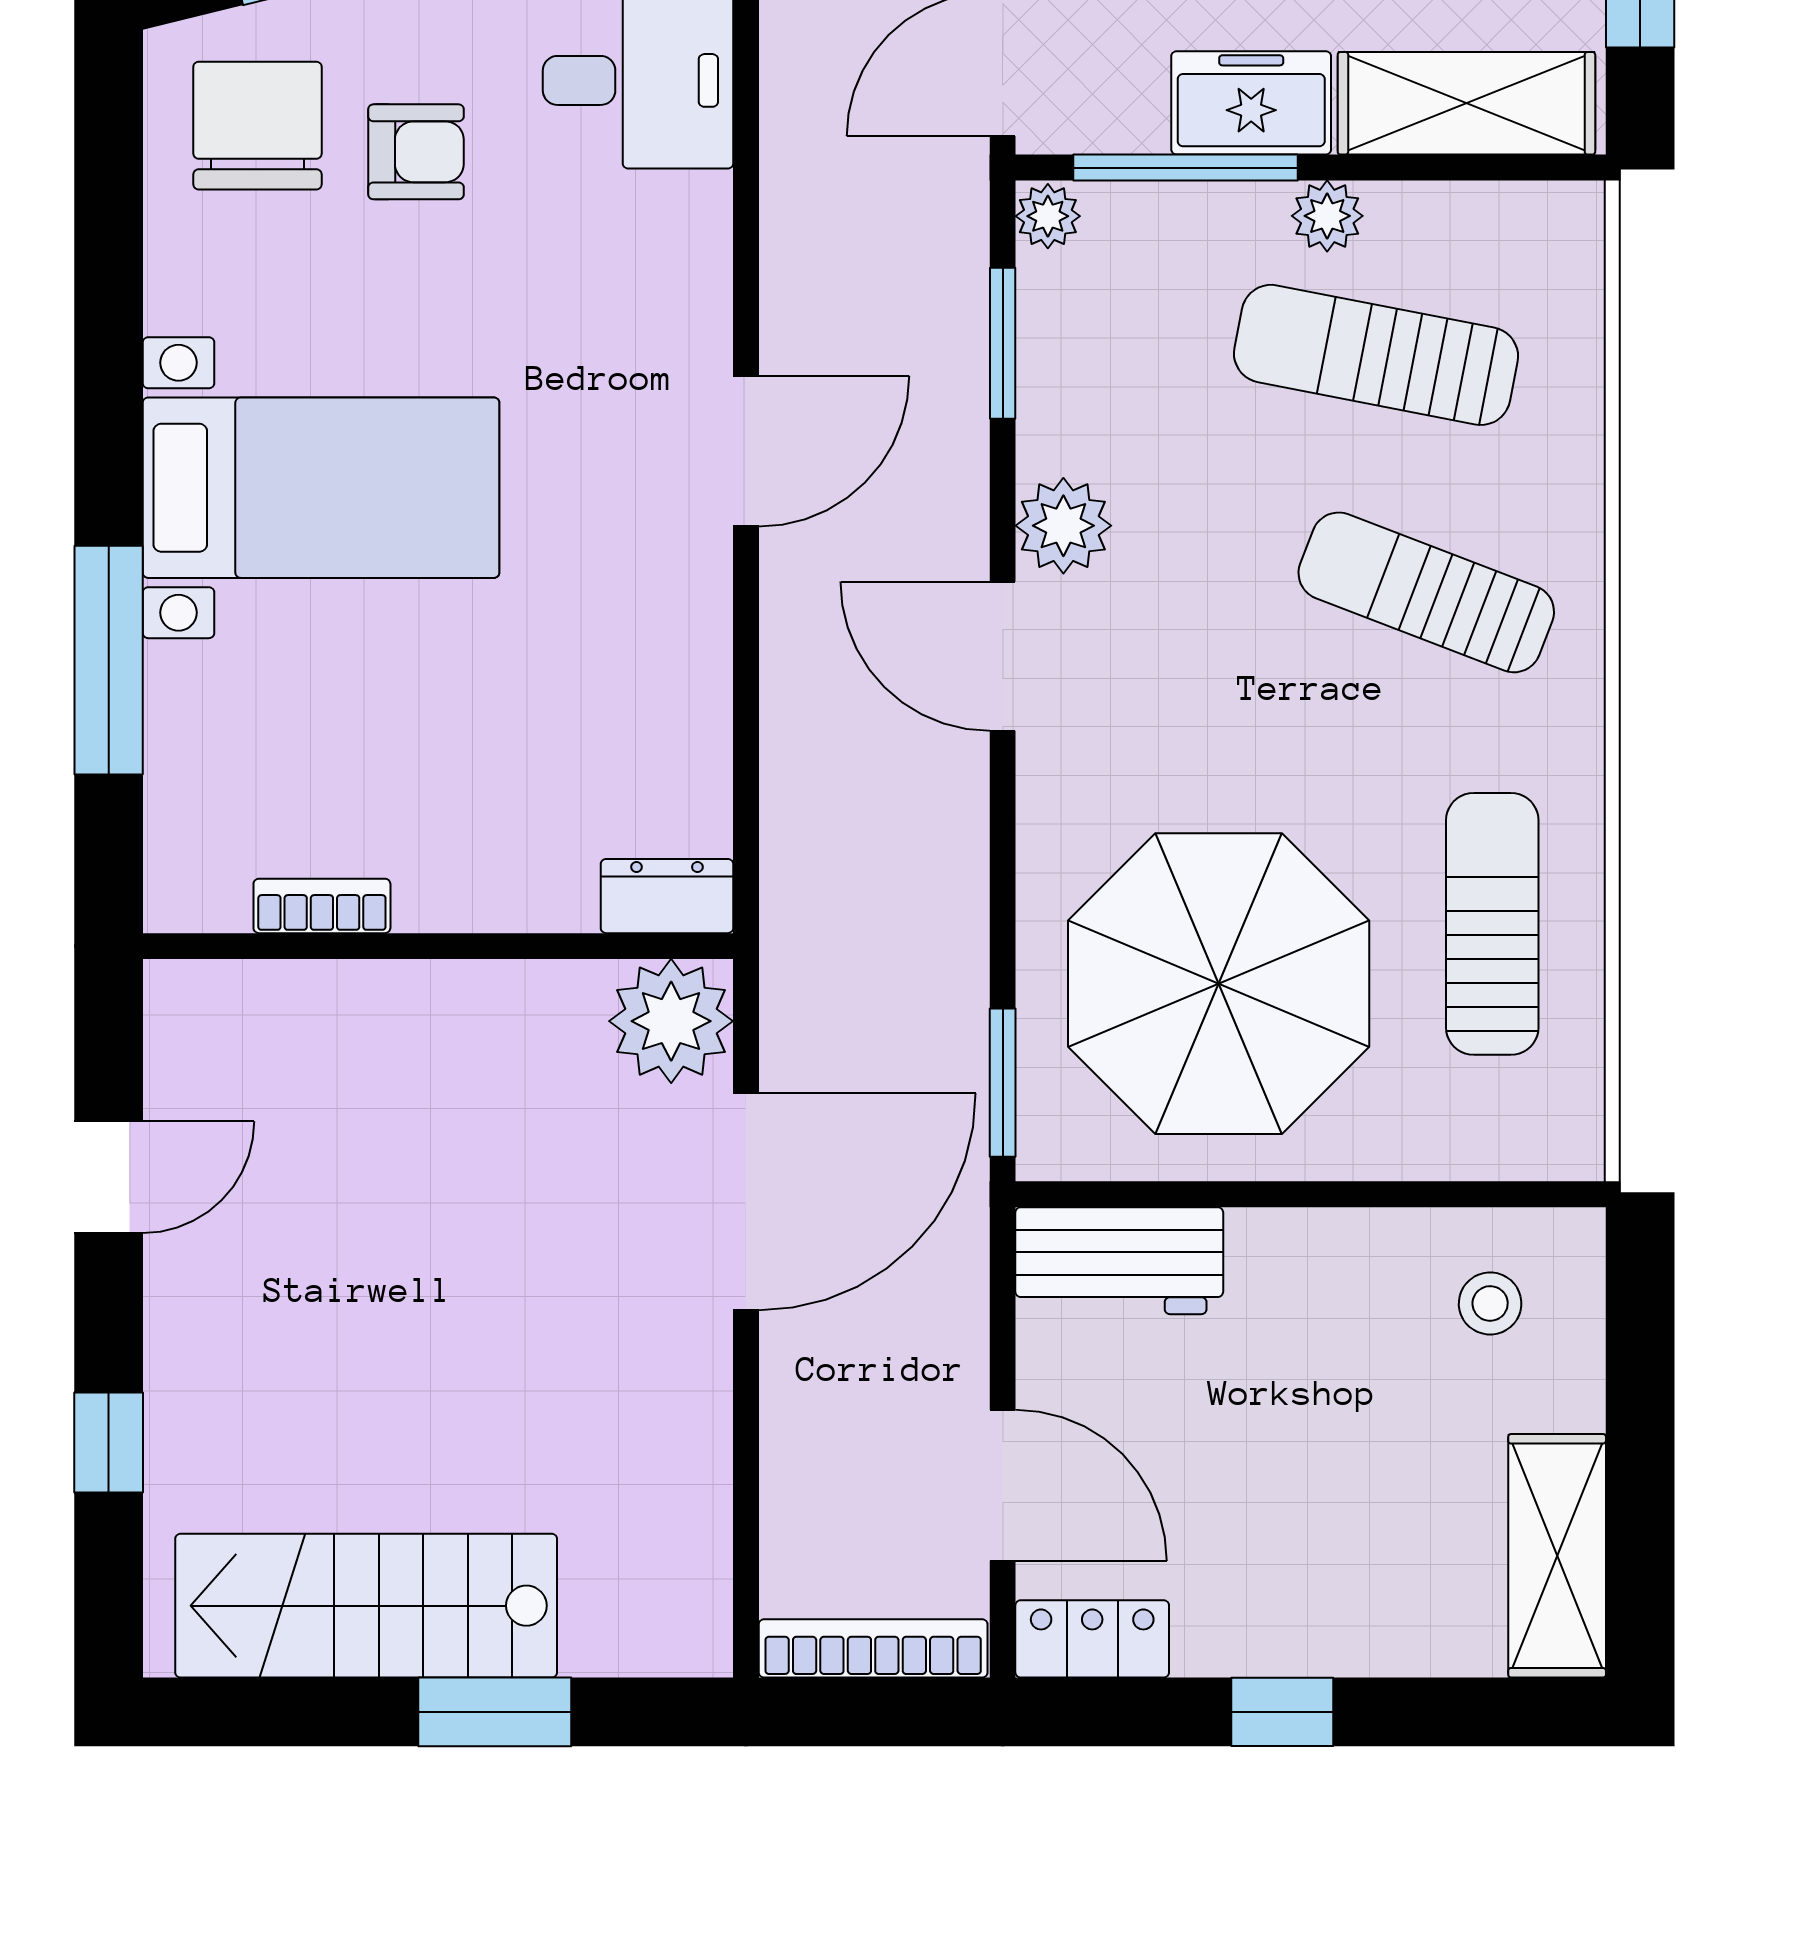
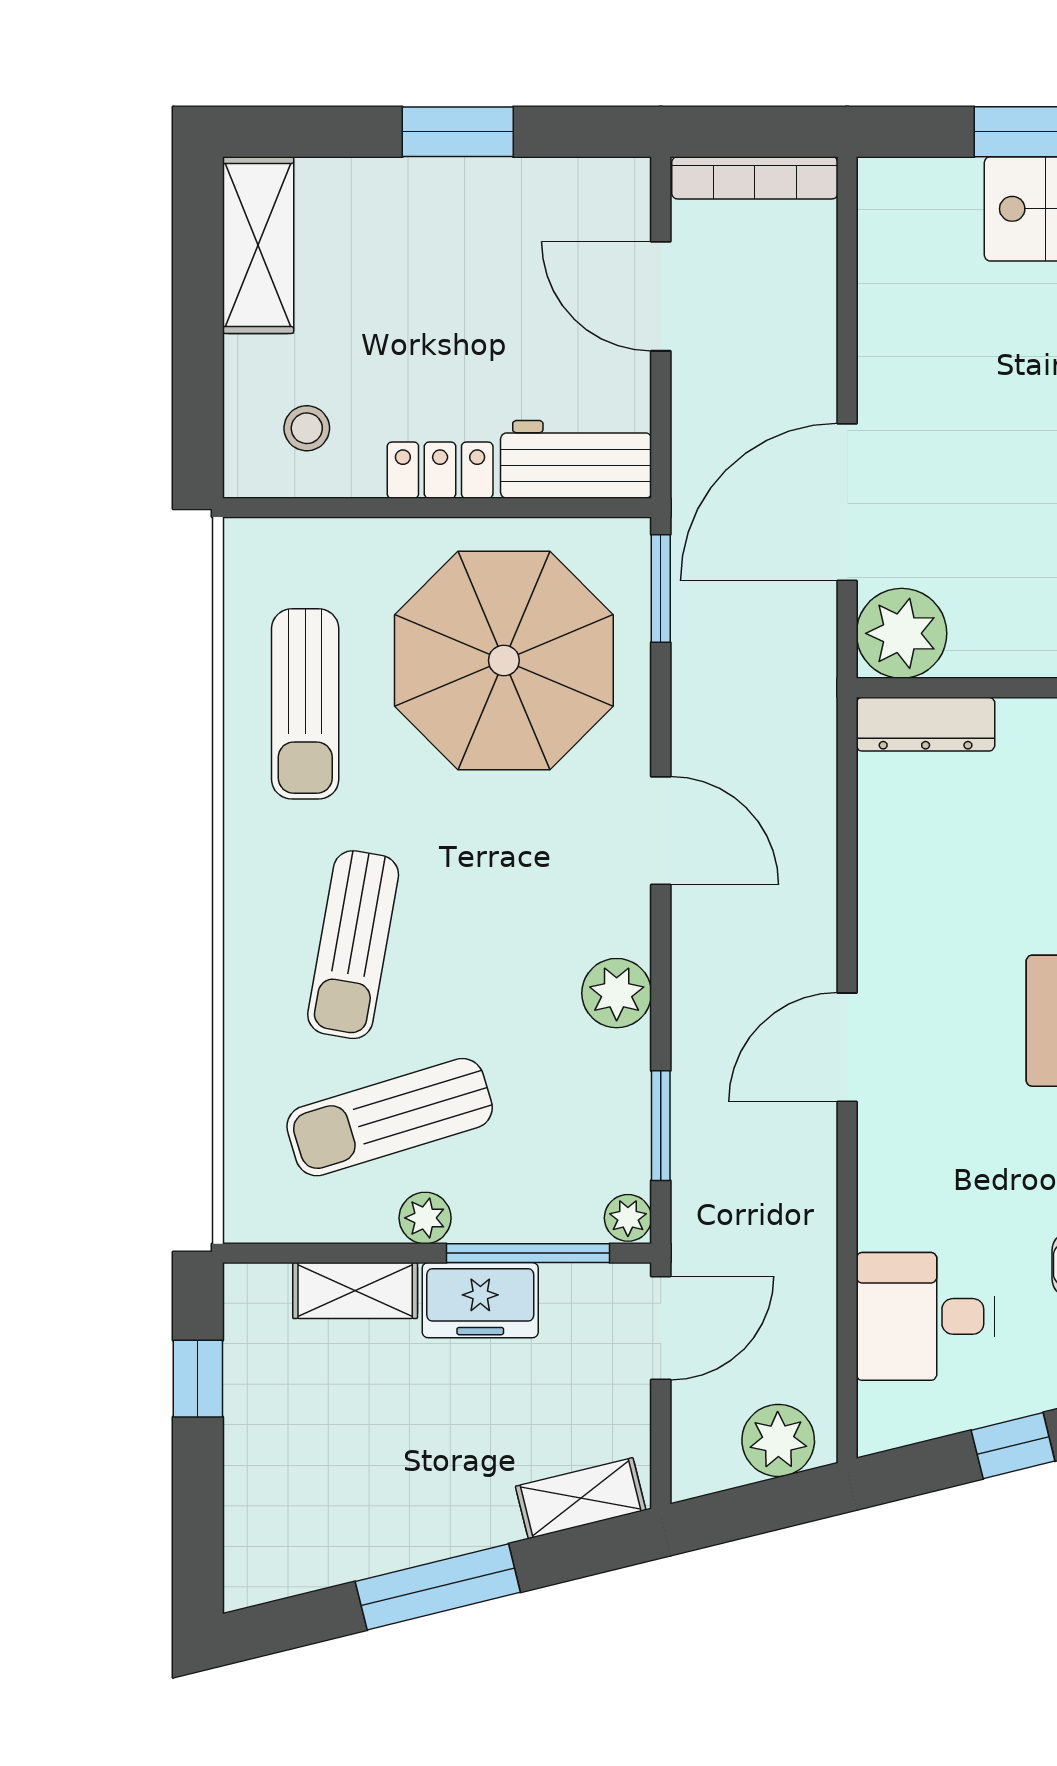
shelving: (1466, 103) -> (355, 1291), width x0.67, depth x0.75
sun lounger: (1376, 355) -> (390, 1117), turned 152
sun lounger: (1426, 592) -> (353, 945), turned 79
door: (1003, 656) -> (661, 831), moved
dresser: (667, 896) -> (926, 724), width x1.44
locker: (1092, 1639) -> (440, 470), moved, turned 180
window: (1282, 1712) -> (458, 132), width x1.50

